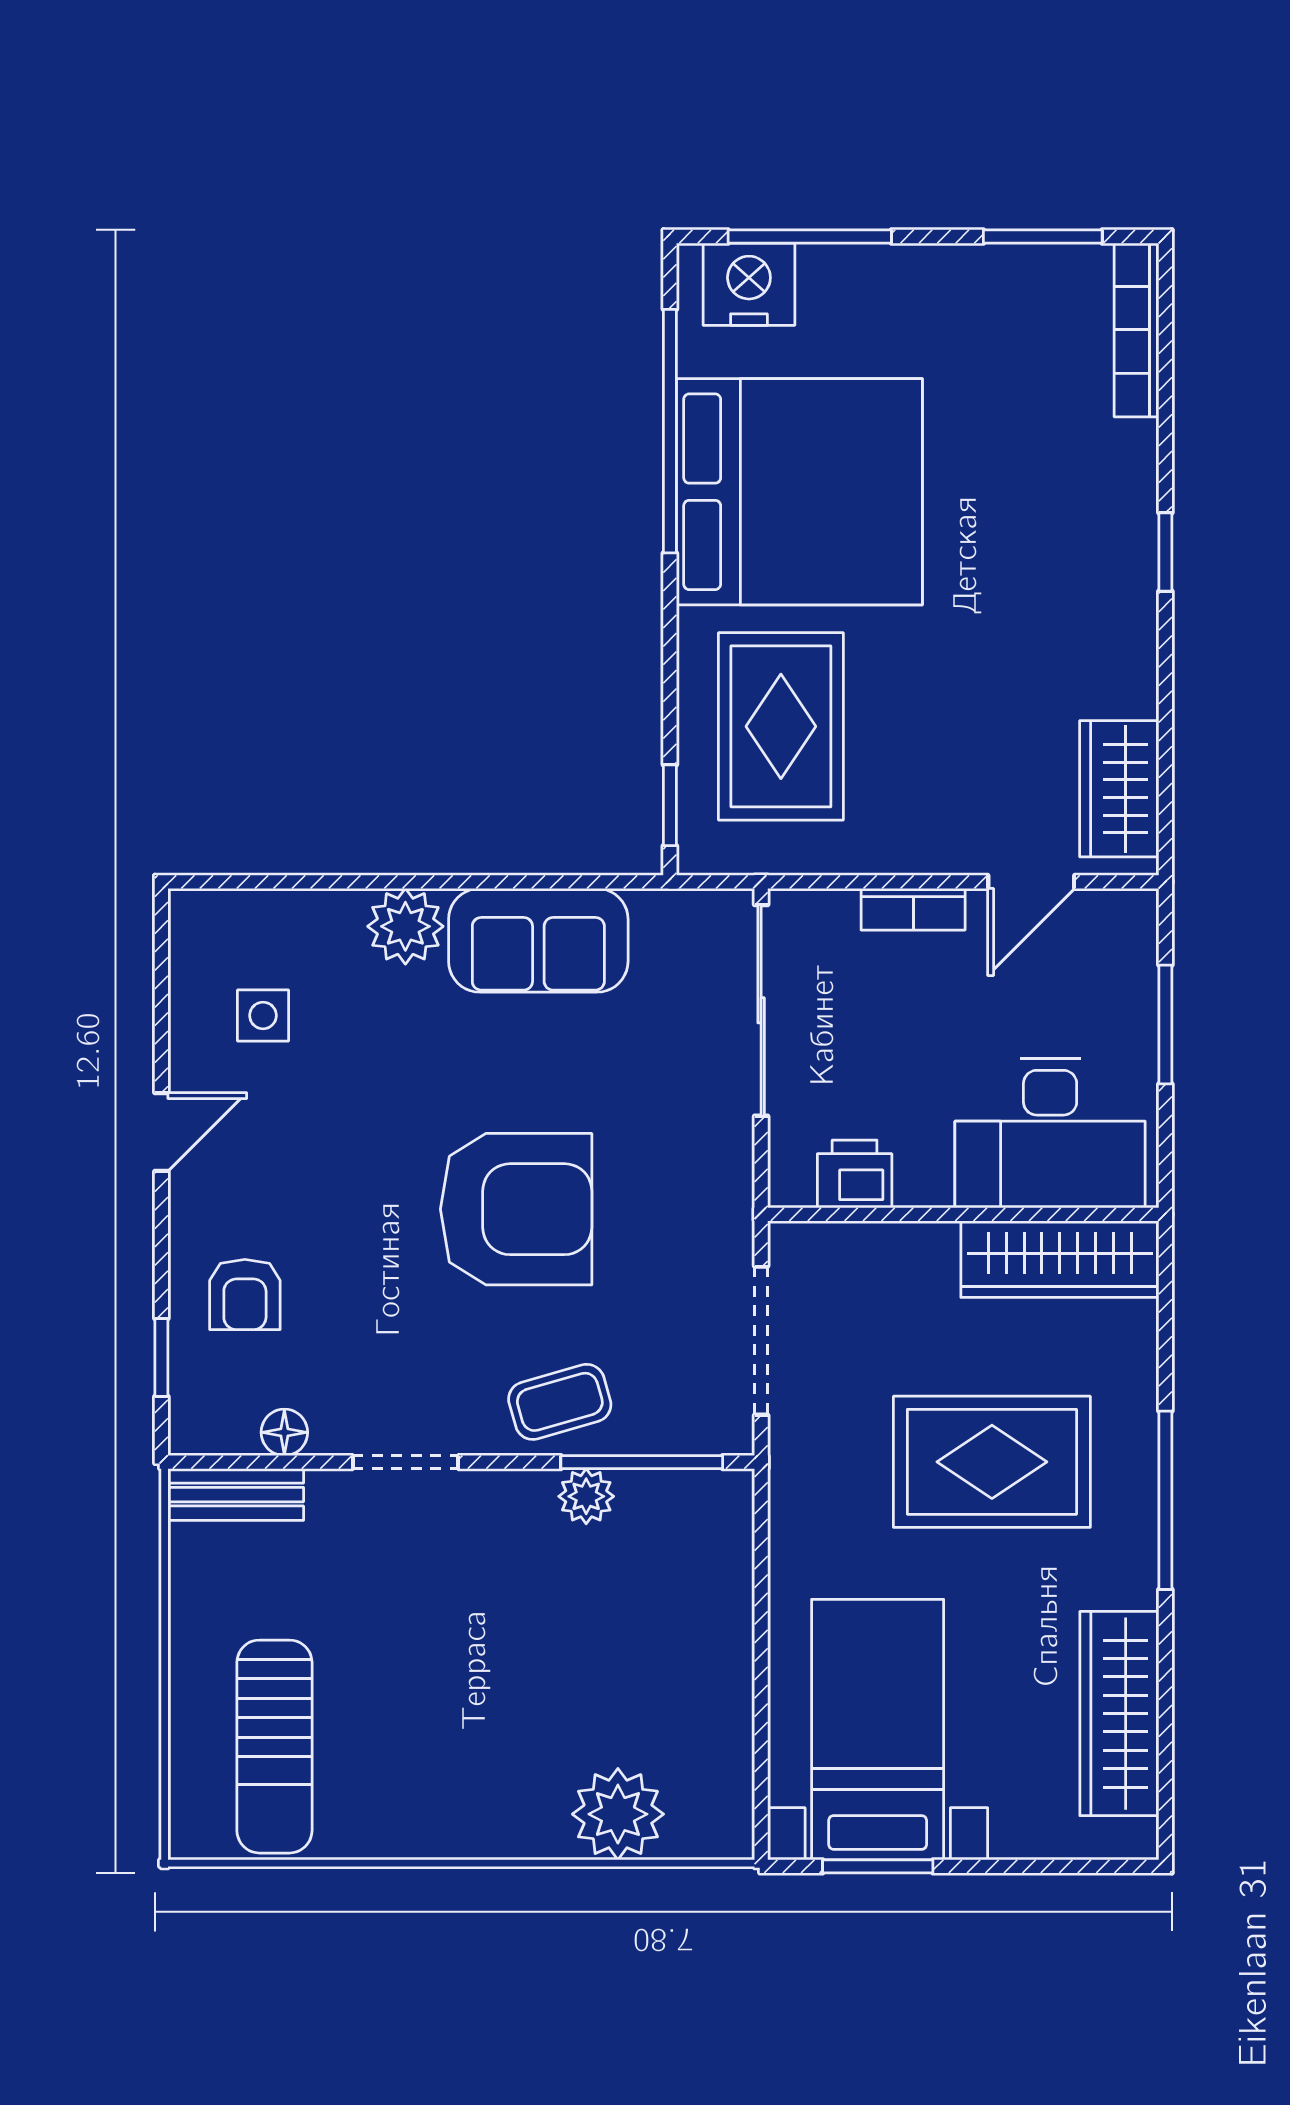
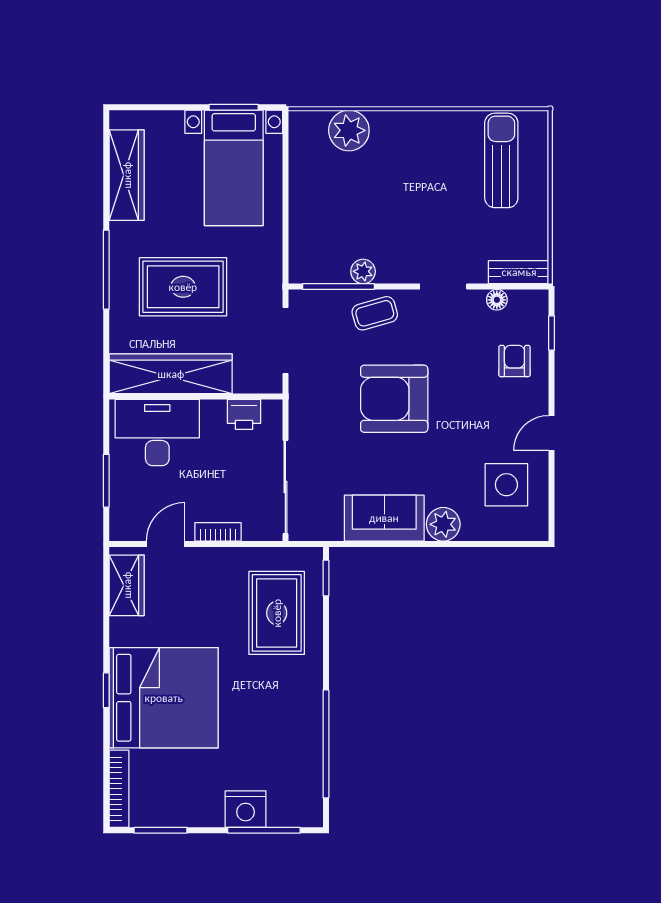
nightstand: (749, 284) -> (246, 809), moved
bed: (799, 492) -> (164, 698), moved, turned 180
side table: (263, 1015) -> (506, 485), width x1.87, depth x1.87
wardrobe: (1060, 1259) -> (171, 374), width x1.40, depth x1.17

